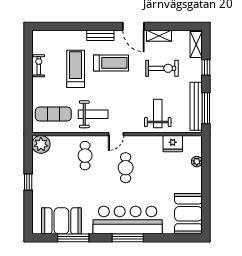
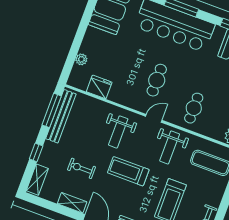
treadmill: (111, 63) -> (128, 171), moved
exercise bike: (162, 68) -> (81, 168), width x0.73, depth x0.72
weight bench: (158, 113) -> (118, 132), moved
weight bench: (93, 114) -> (170, 147), turned -90

